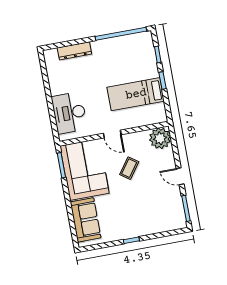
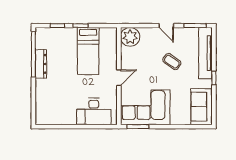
dresser: (74, 51) -> (41, 64), moved
coffee table: (129, 168) -> (172, 62), moved
door: (180, 176) -> (166, 26), hinge flipped
sofa: (86, 220) -> (202, 107), moved, turned -90
tv unit: (157, 226) -> (205, 53), added

